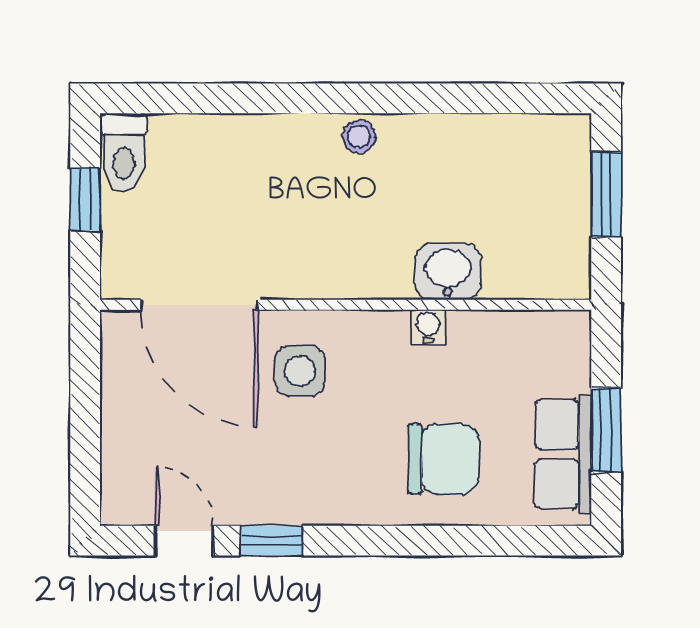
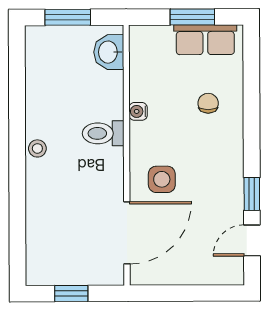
toilet: (124, 152) -> (103, 133), moved, turned 180
washbasin: (448, 272) -> (109, 52), moved
chair: (443, 459) -> (208, 103), width x0.54, depth x0.54

